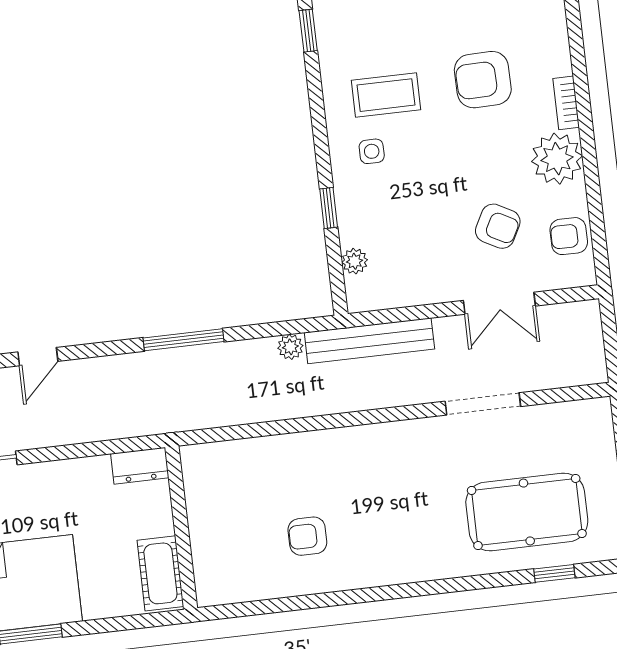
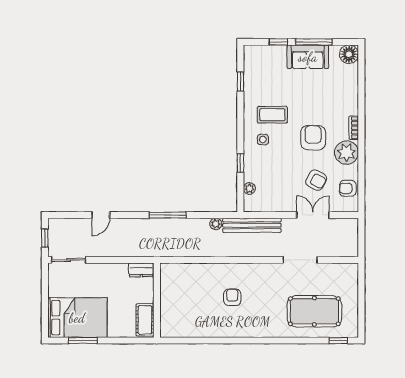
armchair: (483, 80) -> (313, 138), moved, turned 91
double door: (499, 303) -> (313, 215), swing flipped
armchair: (307, 536) -> (232, 297), moved, turned 90
window: (554, 573) -> (338, 341), moved

